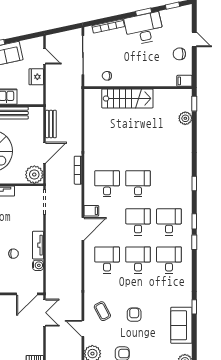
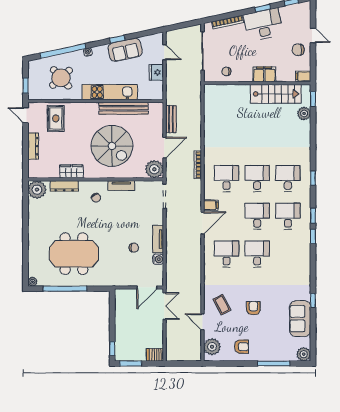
filing cabinet: (145, 79) -> (264, 74), added
stairs: (127, 98) -> (276, 94), moved
desk: (169, 260) -> (288, 178), moved

